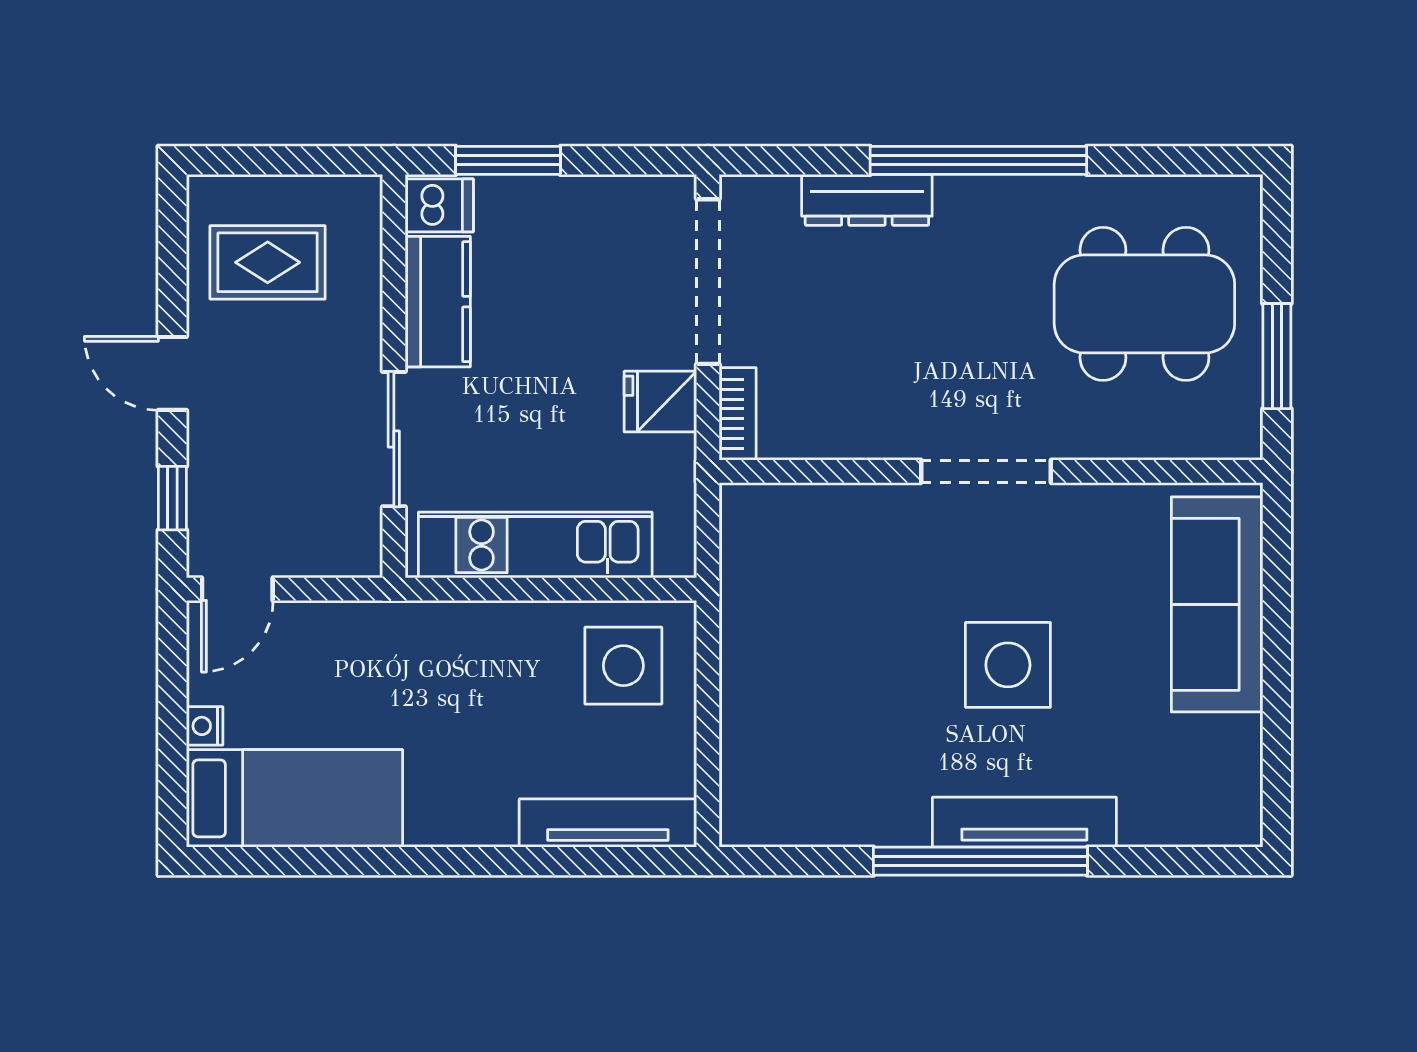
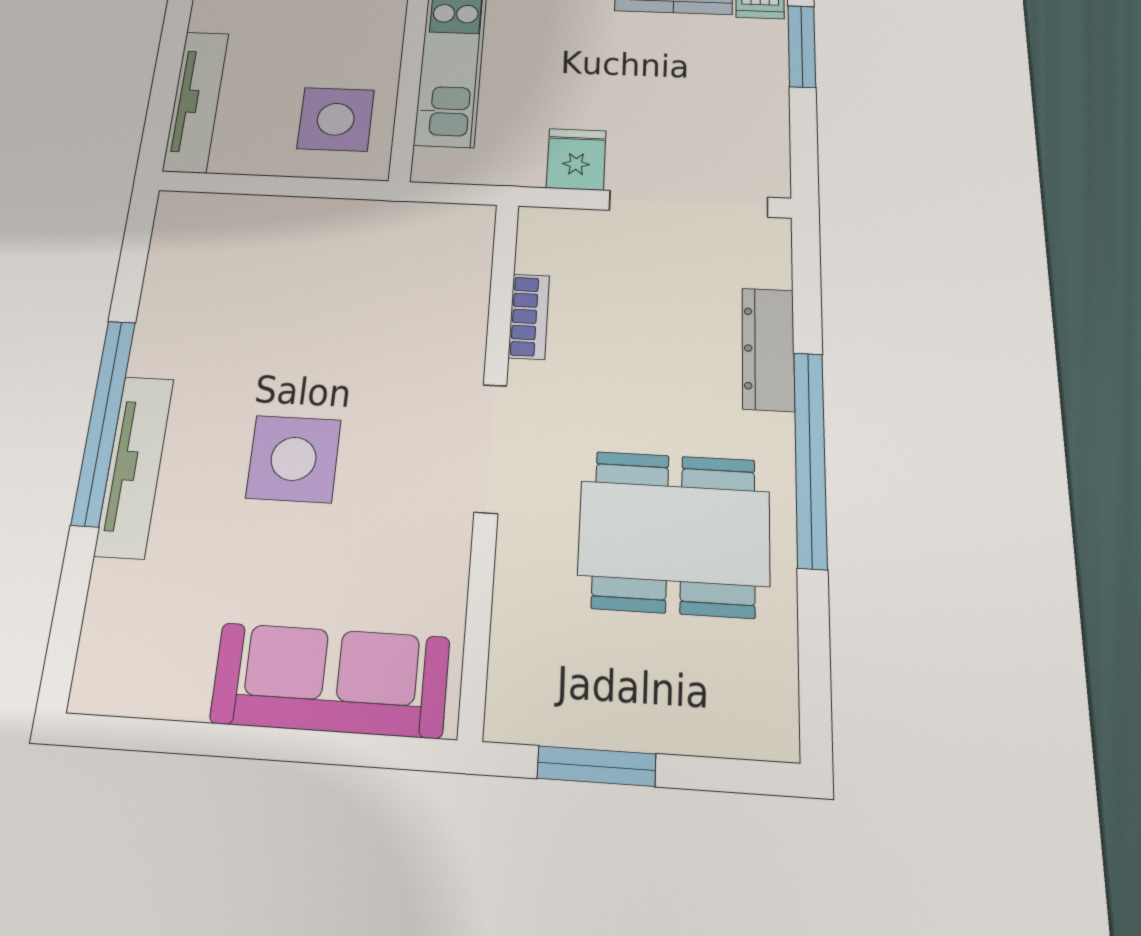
dining table: (1144, 304) -> (674, 533), moved, turned 90
bookcase: (738, 414) -> (529, 317), moved, turned -90

